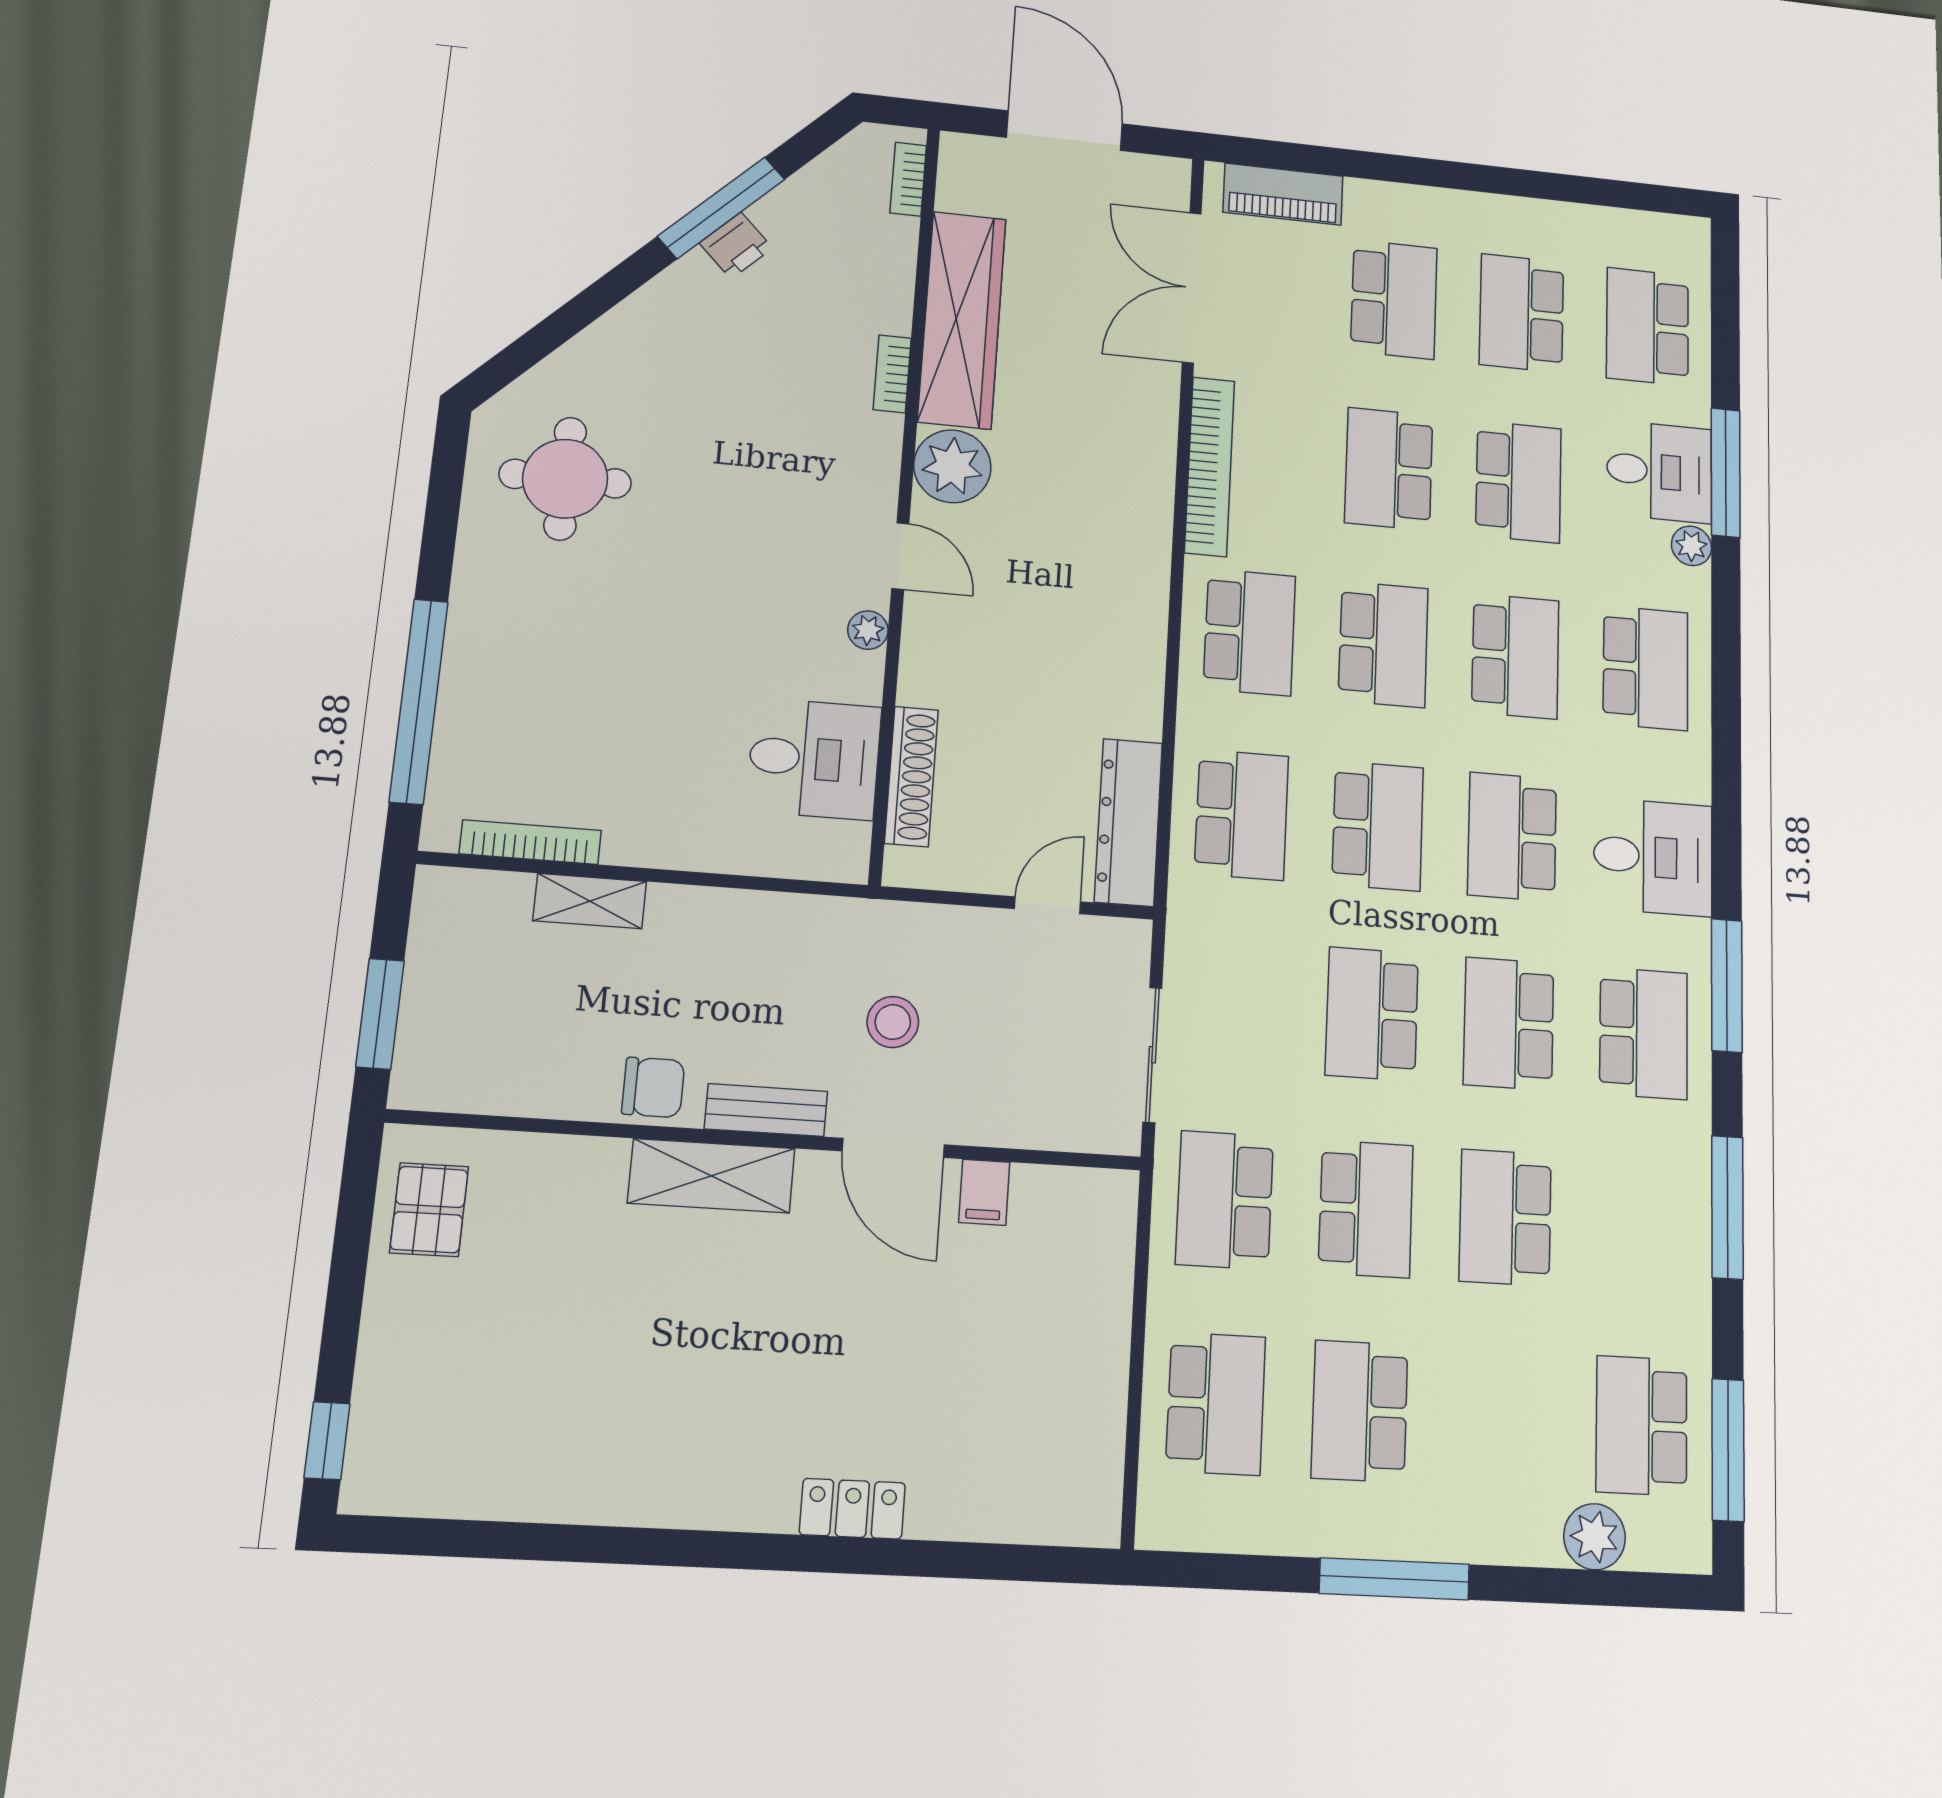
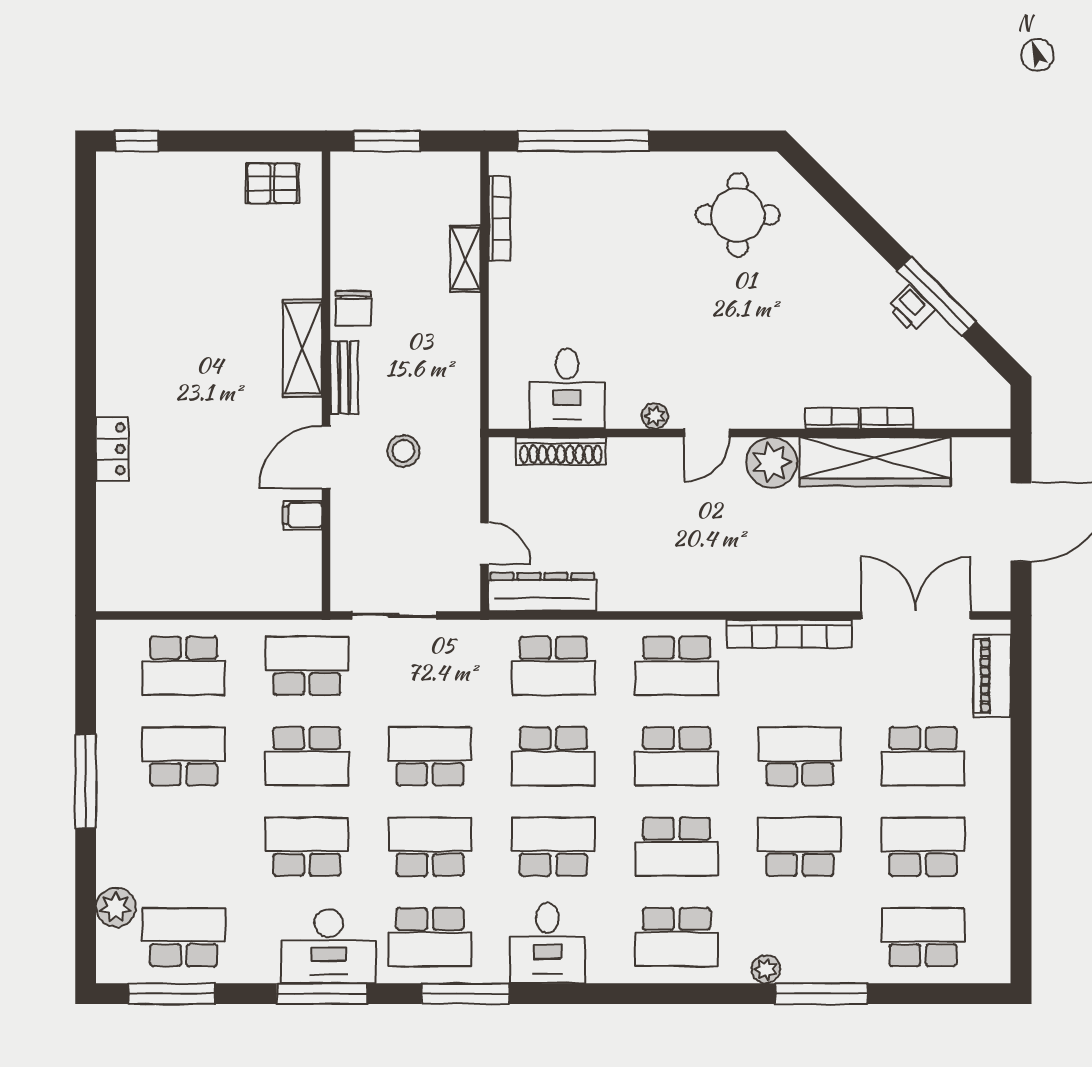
bookcase: (908, 179) -> (887, 418), moved
desk: (1659, 472) -> (329, 946), moved, width x1.37
school desk: (1518, 482) -> (800, 847), turned 180

